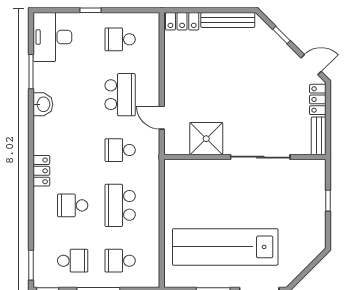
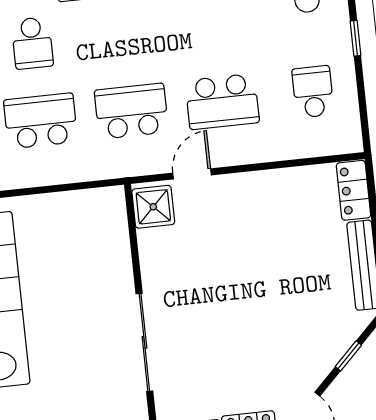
shower: (206, 139) -> (153, 207), moved, width x0.73, depth x0.73
school desk: (120, 150) -> (131, 111), width x1.85
school desk: (73, 205) -> (32, 43), turned 180

